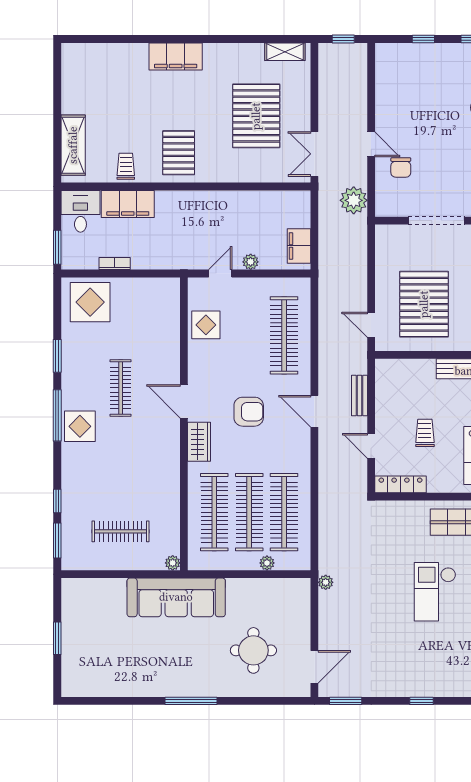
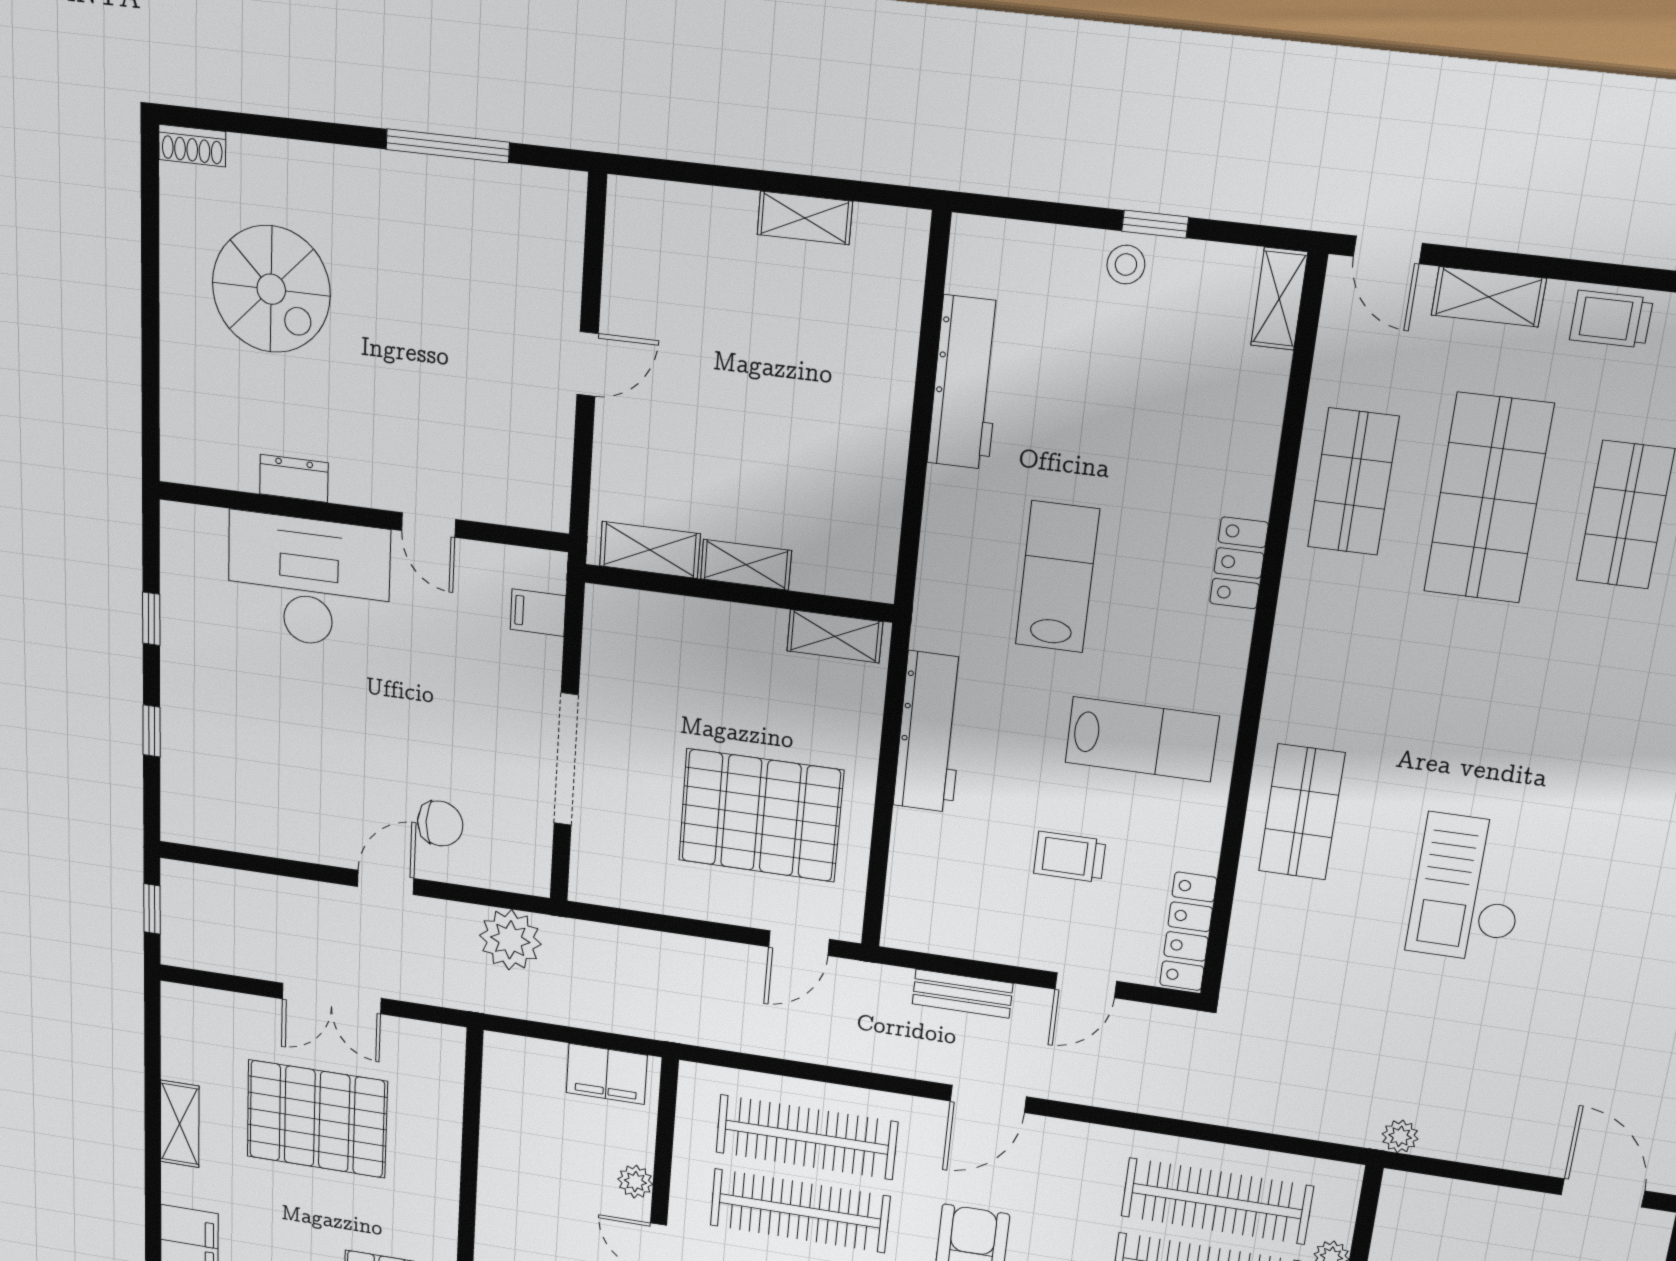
shelving: (285, 52) -> (180, 1124), moved
double door: (314, 154) -> (332, 999), moved
clothes rail: (249, 335) -> (800, 1211), added
checkout: (435, 592) -> (1469, 889), turned 90

